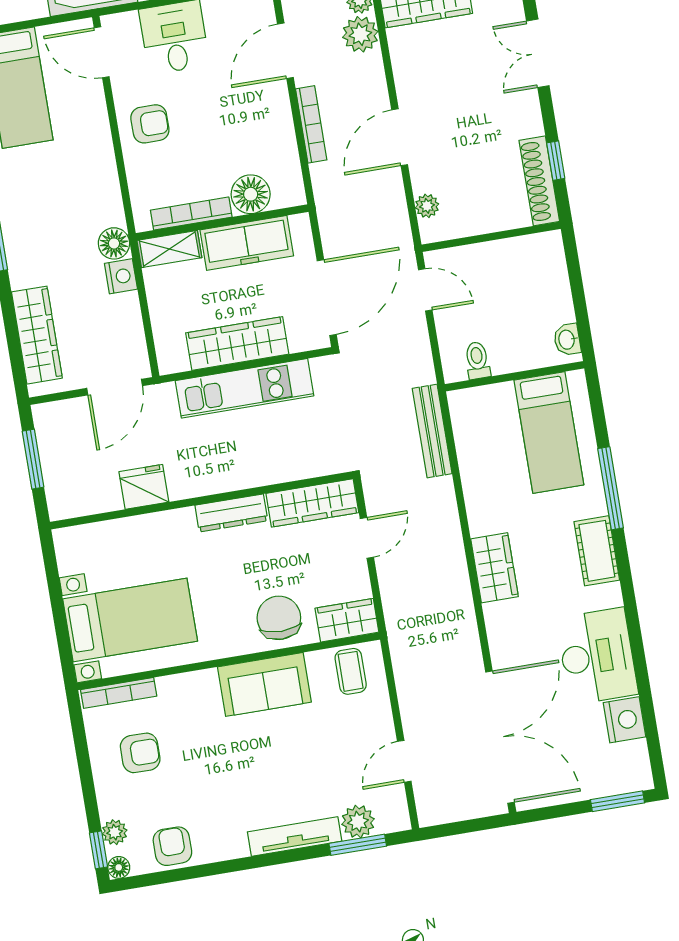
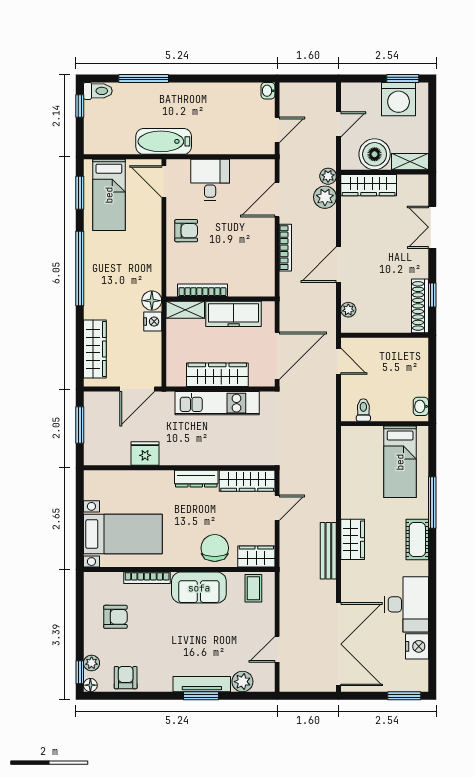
floor lamp: (251, 194) -> (241, 284), removed
bench: (432, 431) -> (328, 551), moved
bookcase: (119, 693) -> (147, 578), moved
window: (358, 845) -> (201, 696), moved

